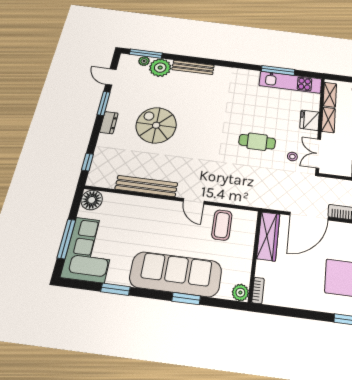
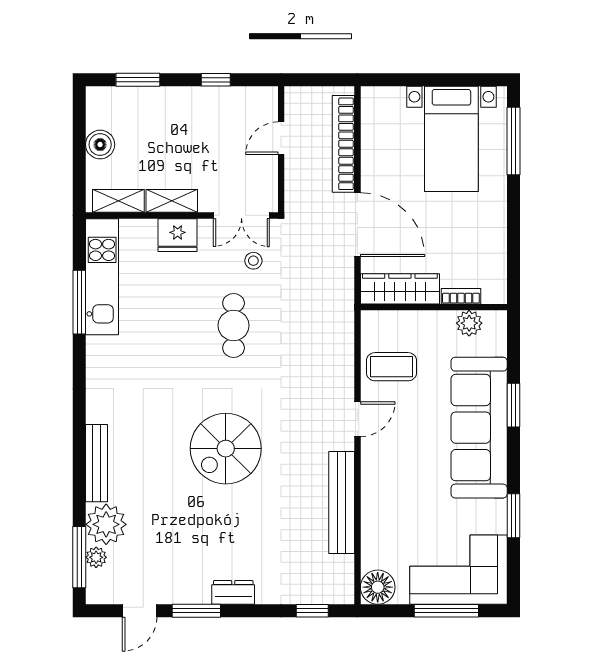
spiral stairs: (156, 125) -> (226, 449), moved
bookcase: (258, 290) -> (461, 296), moved
plant: (240, 293) -> (469, 323), moved

